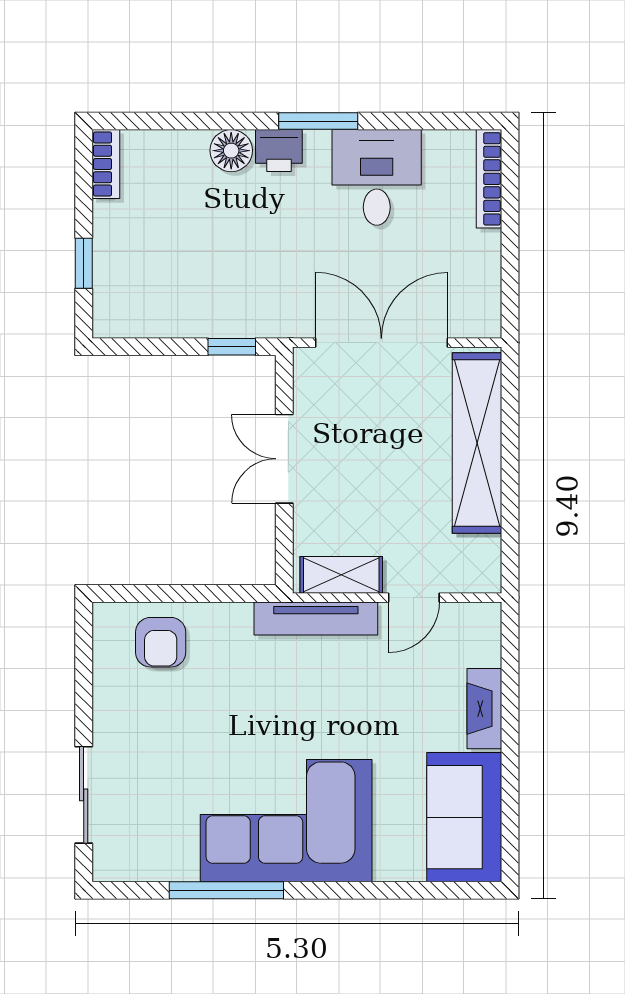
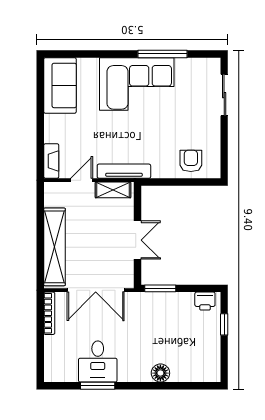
window: (318, 121) -> (98, 386), moved
printer: (279, 151) -> (205, 301), moved, turned 180
bookcase: (106, 164) -> (215, 367), removed
bookcase: (489, 179) -> (49, 313), moved
window: (232, 347) -> (160, 288), width x1.50
fireplace: (484, 709) -> (51, 161), moved

